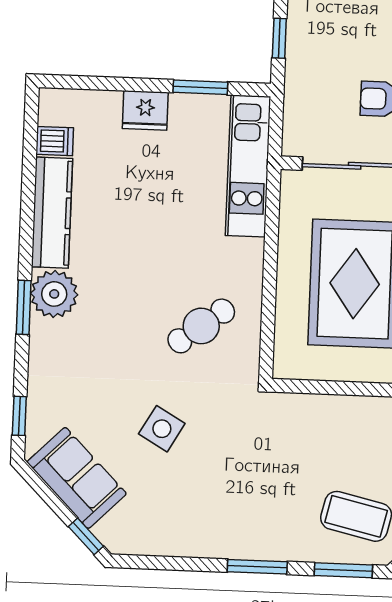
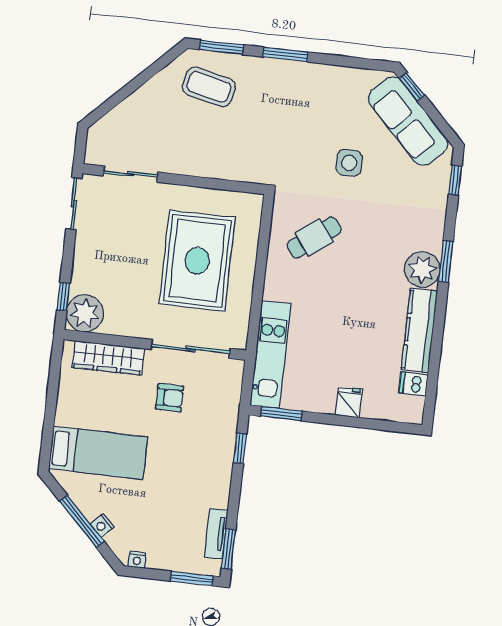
window: (200, 87) -> (281, 414), moved
fridge: (145, 110) -> (349, 402), width x0.72
side table: (162, 429) -> (349, 163), turned -30
sofa: (77, 478) -> (408, 121), width x1.36

